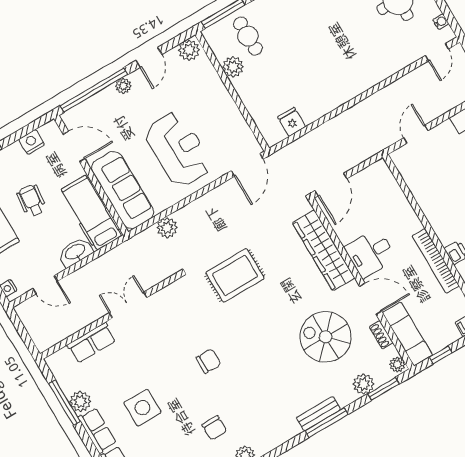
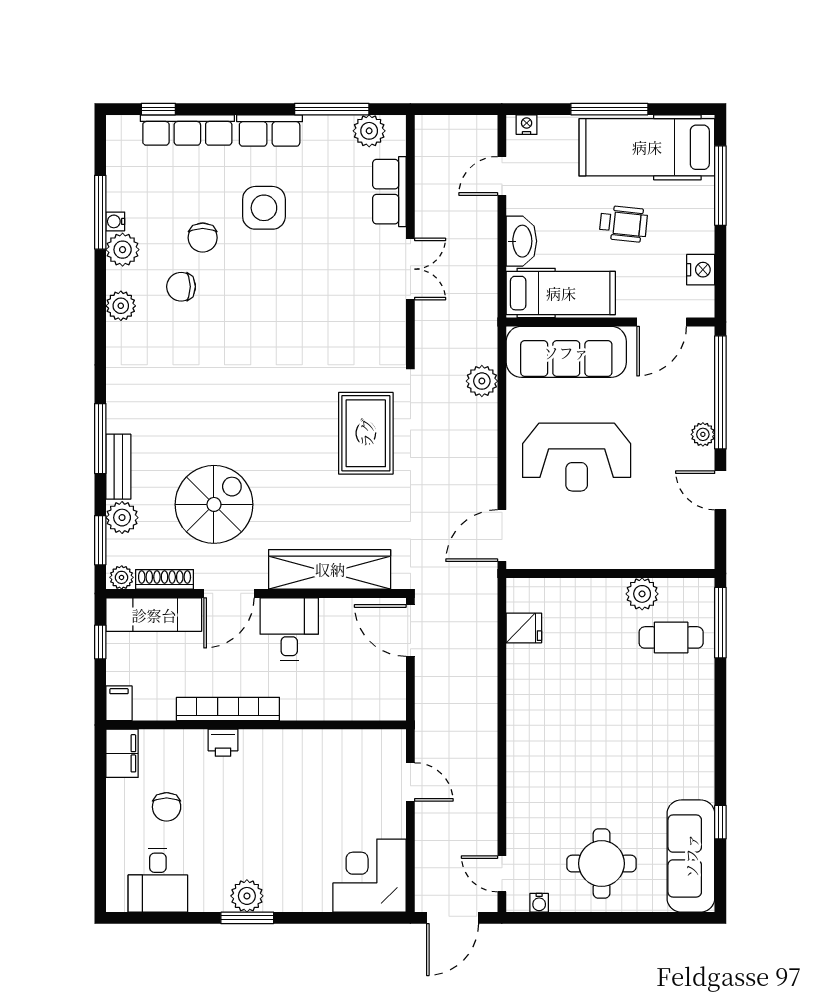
plant: (189, 50) -> (699, 549), removed
door: (247, 165) -> (502, 536), hinge flipped
shoe rack: (381, 335) -> (165, 579), width x1.43
chair: (209, 361) -> (203, 238), moved
plant: (80, 401) -> (369, 131), moved
bench: (318, 414) -> (118, 467), moved

